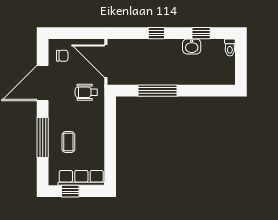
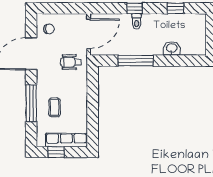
washbasin: (192, 46) -> (172, 48), moved, turned 180
toilet: (230, 47) -> (137, 21), moved
door: (106, 61) -> (89, 34), swing flipped

